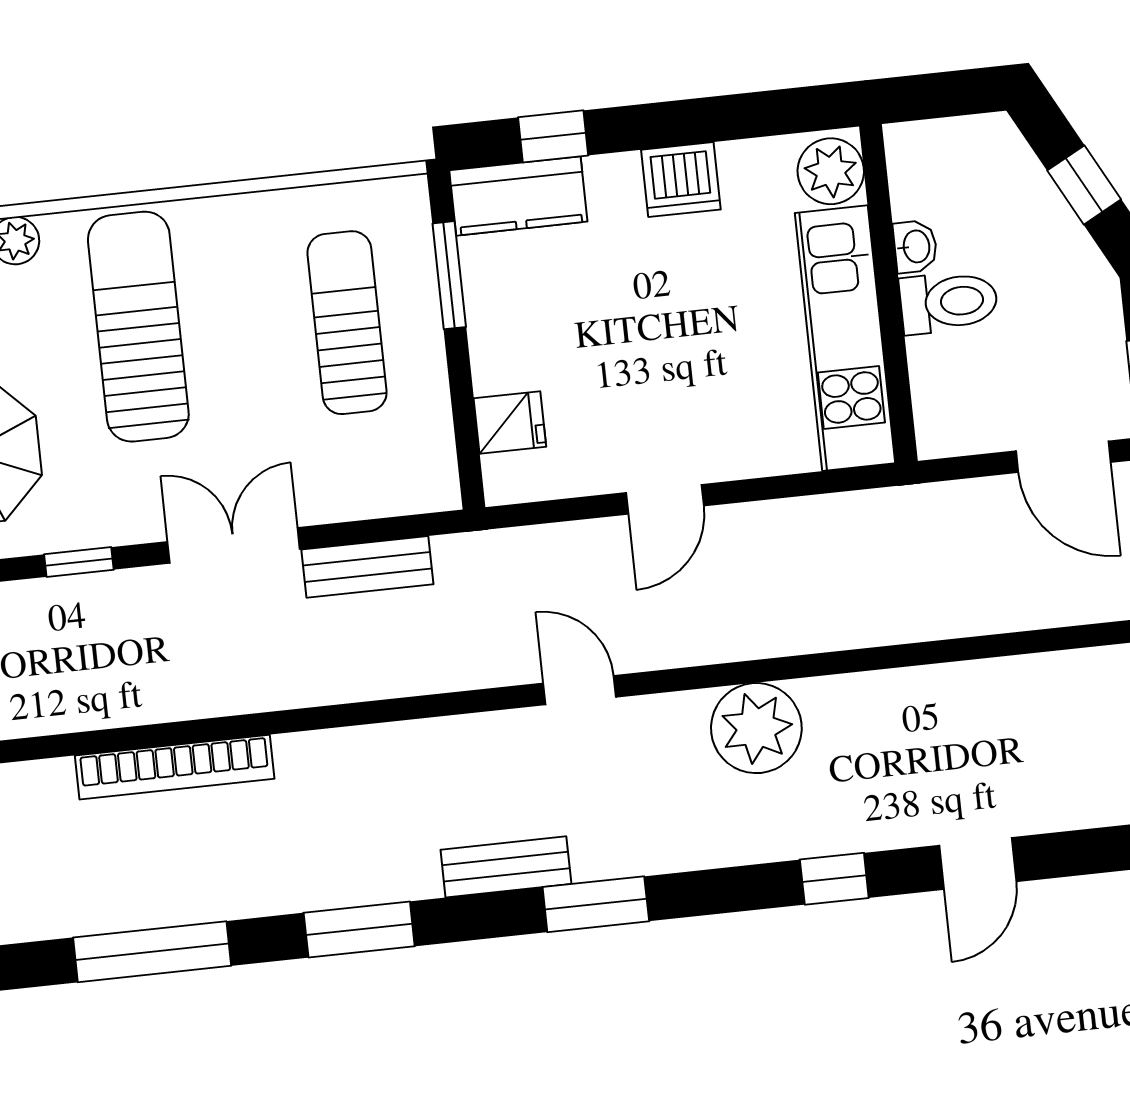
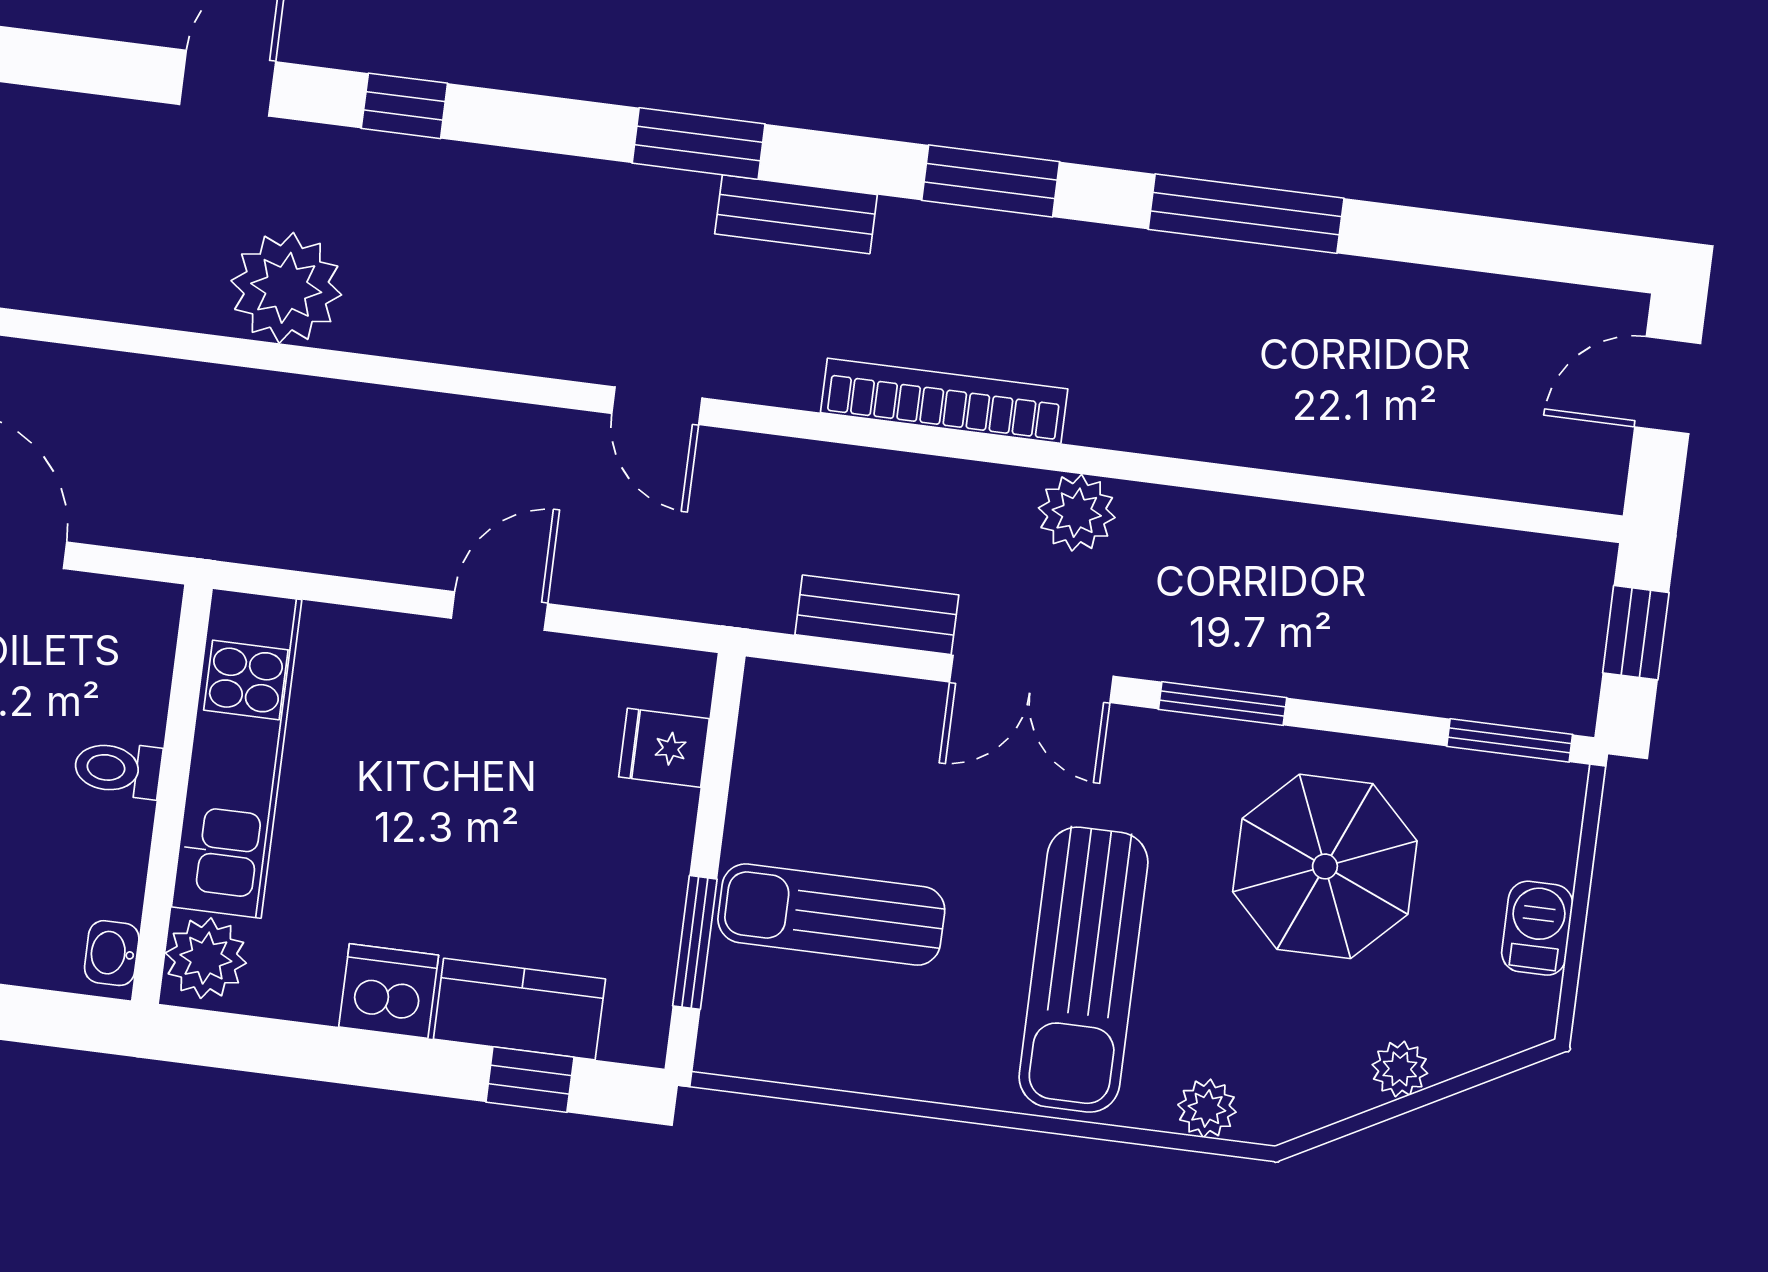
kitchen counter: (518, 196) -> (519, 1009), moved
washbasin: (915, 247) -> (112, 953), moved
toilet: (949, 302) -> (118, 769), width x0.73, depth x0.72
sun lounger: (347, 323) -> (831, 915), turned 90
window: (79, 562) -> (1223, 704), width x1.50
plant: (229, 685) -> (1077, 513), added
plant: (756, 728) -> (286, 288), moved
bookcase: (175, 767) -> (944, 401), moved

